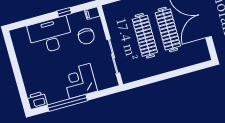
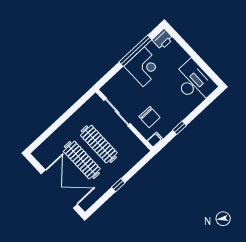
desk: (50, 35) -> (194, 82), moved, turned -90
chair: (86, 36) -> (149, 117), turned 180
corner desk: (80, 81) -> (144, 67), moved

